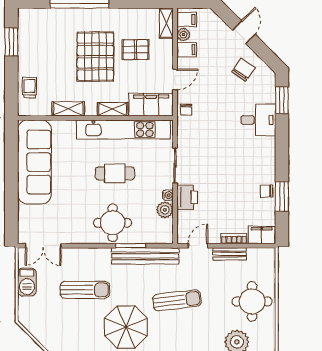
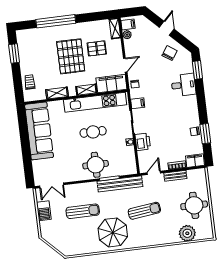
filing cabinet: (187, 50) -> (138, 103), moved
plant: (165, 210) -> (129, 152), removed

